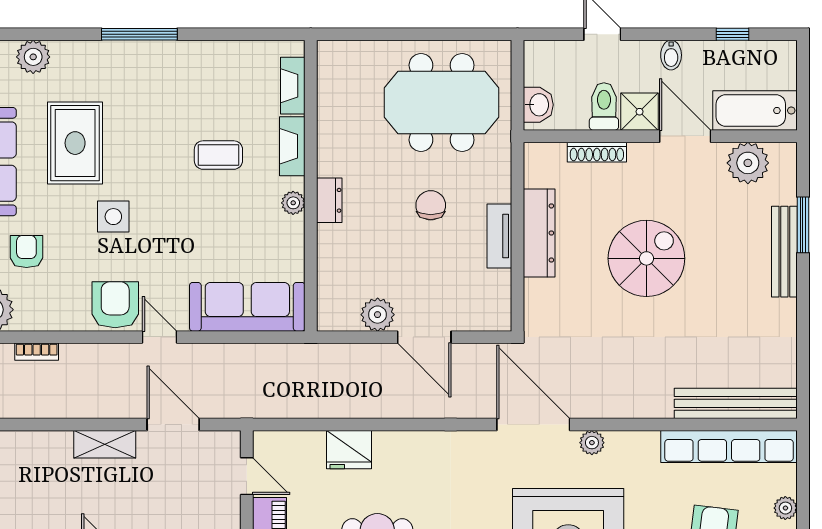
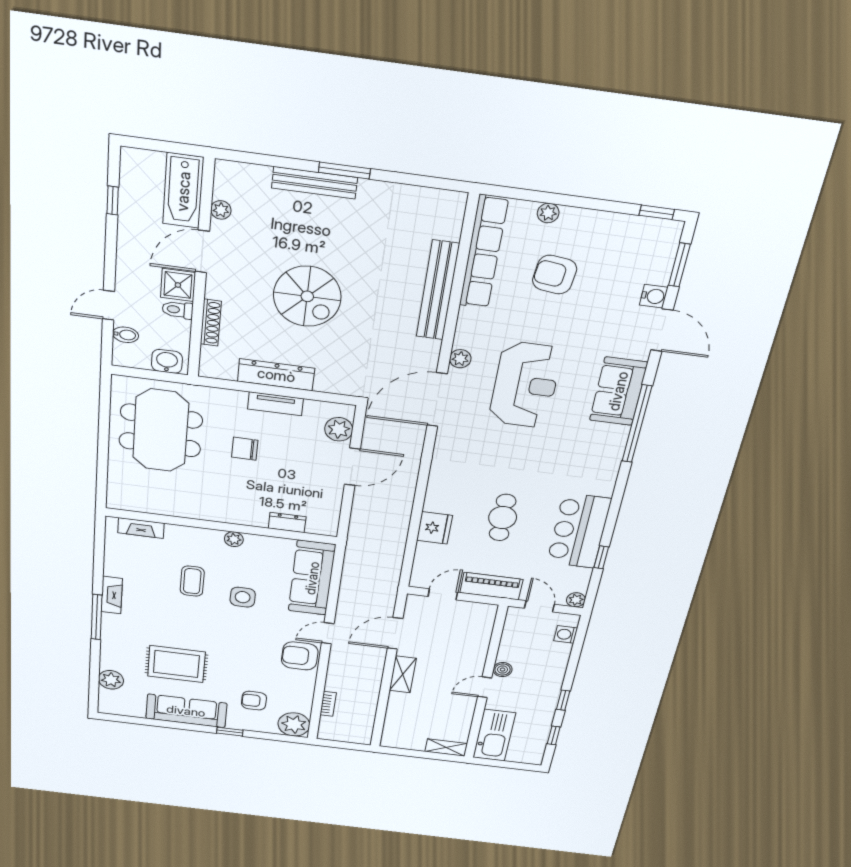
bidet: (671, 55) -> (125, 335), moved
toilet: (604, 106) -> (178, 310), width x0.73, depth x0.72
fireplace: (292, 146) -> (112, 595), moved, turned -90
plant: (748, 163) -> (221, 210), width x0.53, depth x0.53
dresser: (329, 200) -> (287, 522), moved
side table: (113, 217) -> (243, 597), moved
window: (803, 225) -> (344, 171), moved
spiral stairs: (646, 258) -> (307, 296), turned 180
plant: (378, 315) -> (339, 429), moved
bench: (736, 403) -> (438, 291), moved

